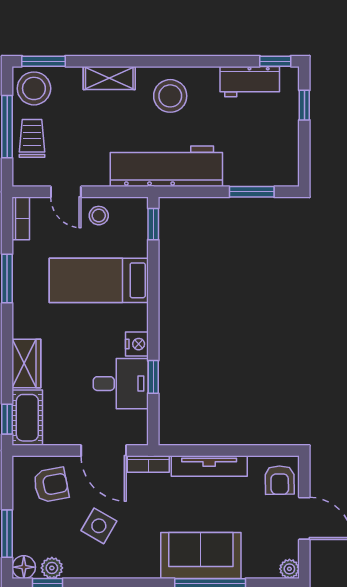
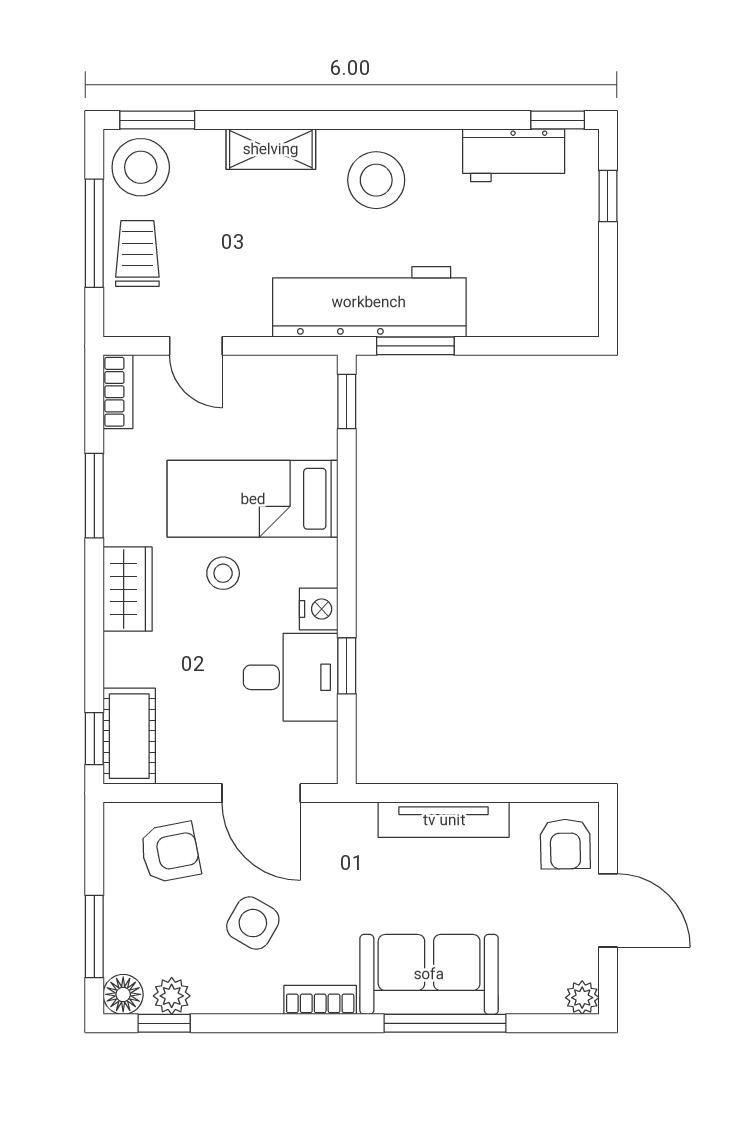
window: (252, 192) -> (415, 346), moved
stool: (99, 216) -> (223, 573), moved
wardrobe: (26, 363) -> (128, 589), moved
bookcase: (148, 464) -> (320, 1000), moved, turned 180

